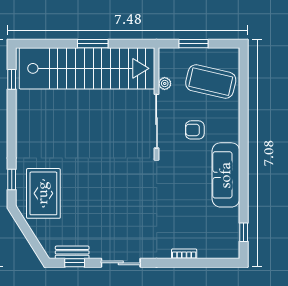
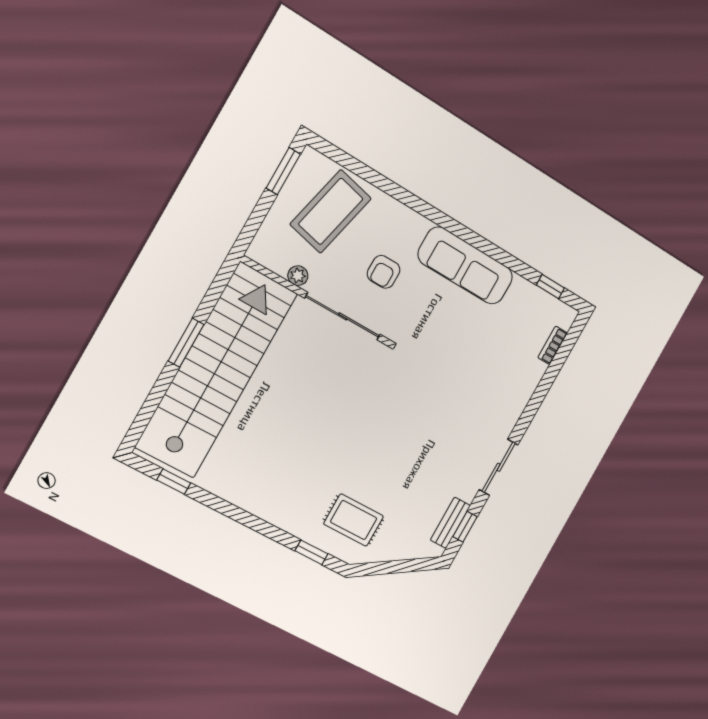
window: (193, 44) -> (283, 171), moved
rug: (43, 193) -> (354, 520), width x0.73, depth x0.70
bookcase: (184, 254) -> (553, 345), moved

